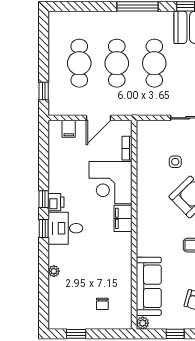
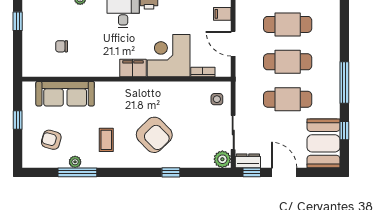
side table: (175, 162) -> (217, 99), moved
chair: (102, 304) -> (62, 46), moved
plant: (143, 323) -> (28, 88), removed

